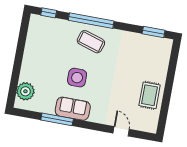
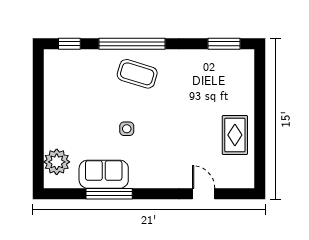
side table: (77, 78) -> (127, 129), width x0.54, depth x0.54
sofa: (73, 109) -> (104, 174), moved

